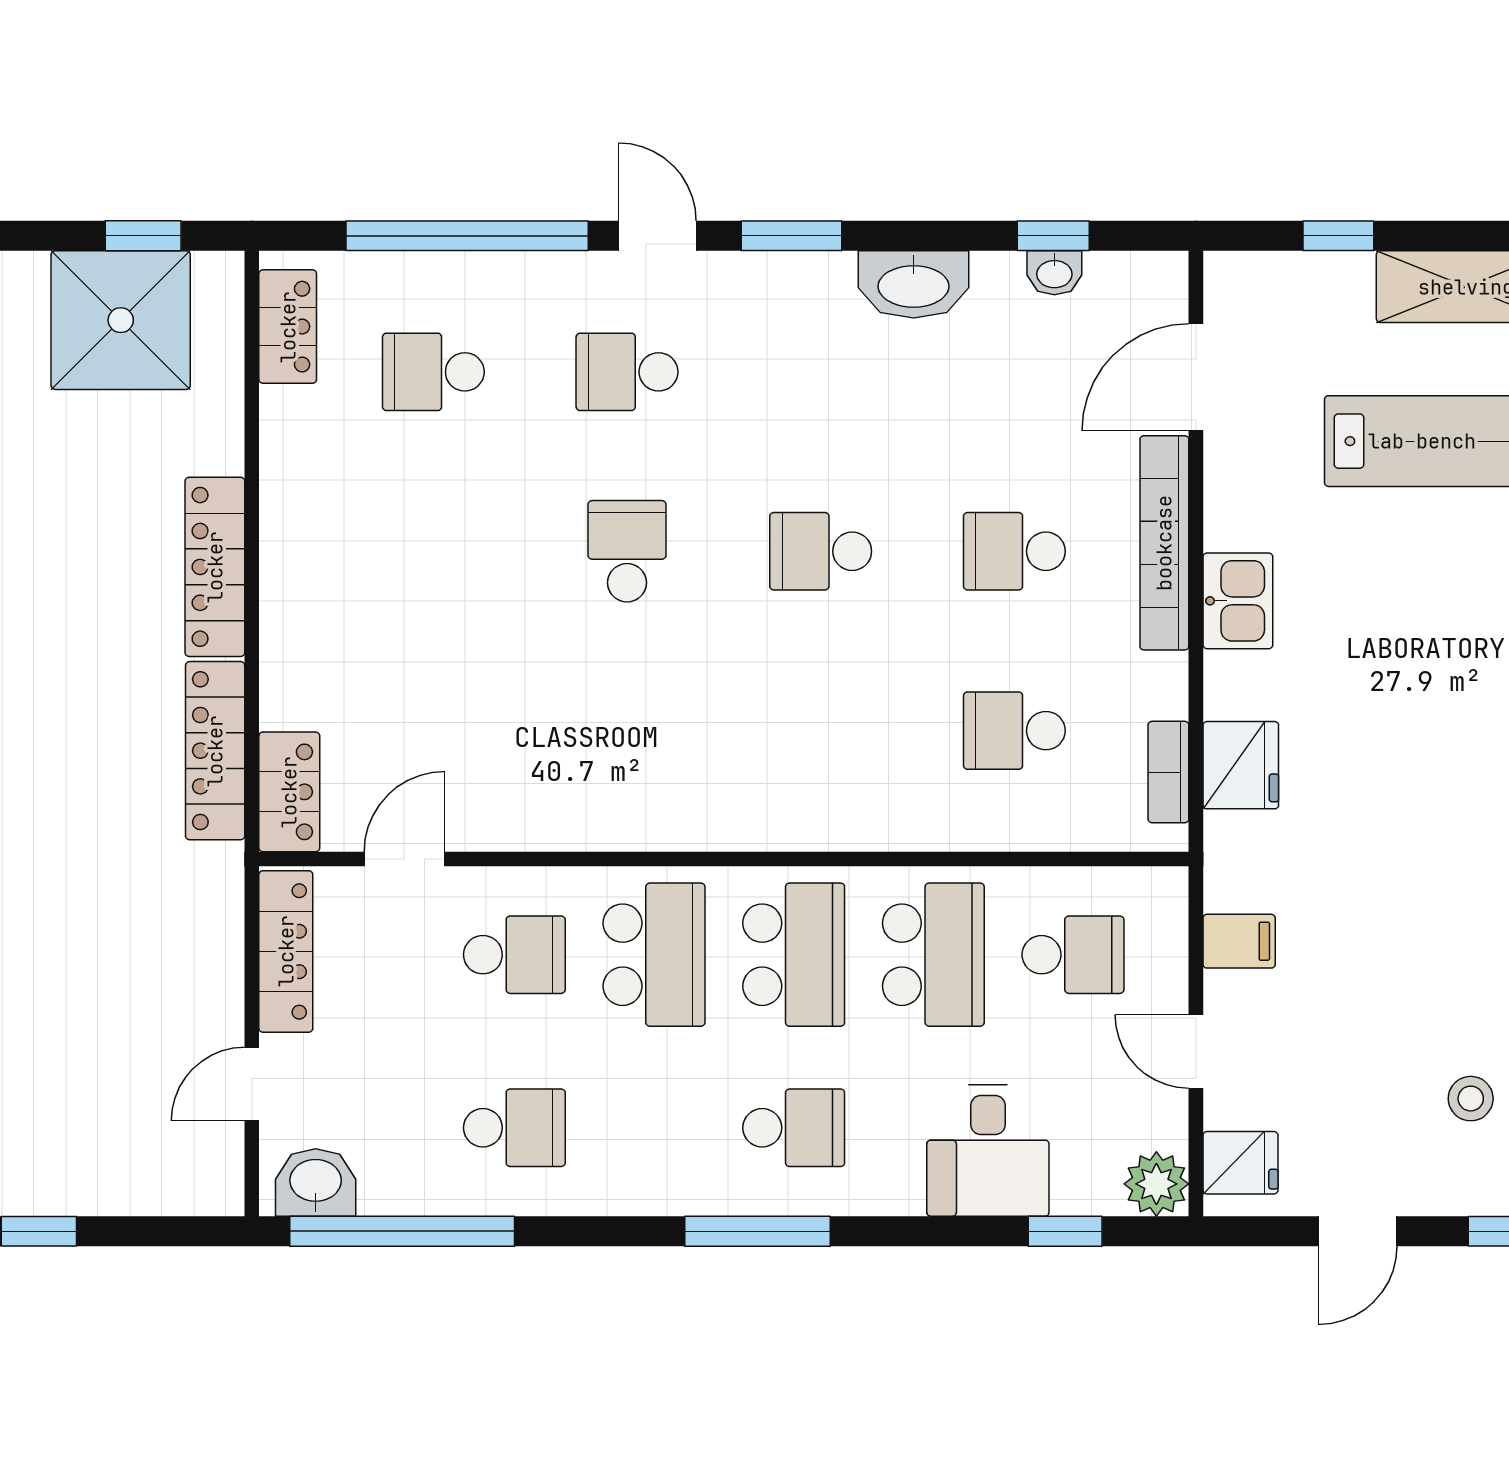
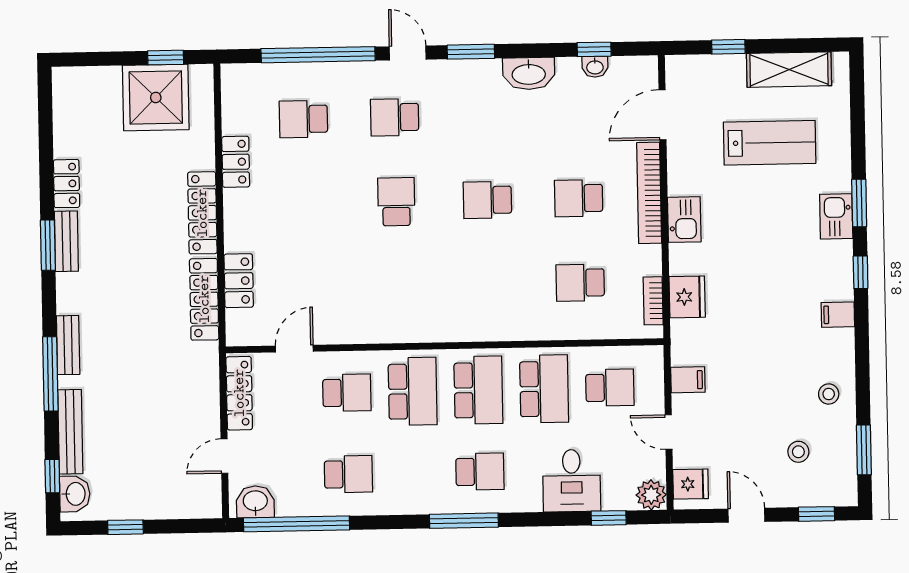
locker: (288, 327) -> (236, 162), moved
locker: (289, 792) -> (239, 281), moved
door: (1358, 1231) -> (746, 515), swing flipped

